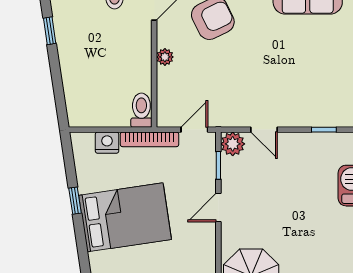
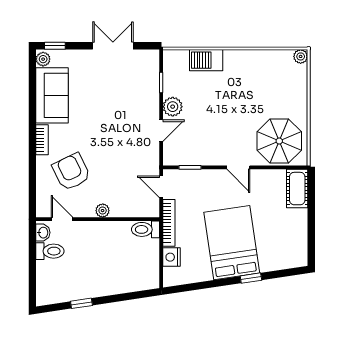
plant: (233, 144) -> (173, 107), moved
window: (75, 201) -> (251, 278), moved
door: (218, 207) -> (238, 167), moved

